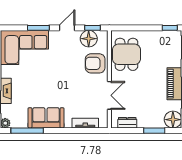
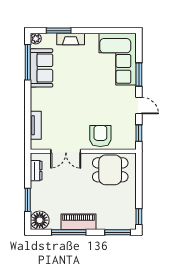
floor lamp: (89, 39) -> (127, 129), removed
sofa: (46, 118) -> (41, 68), moved

